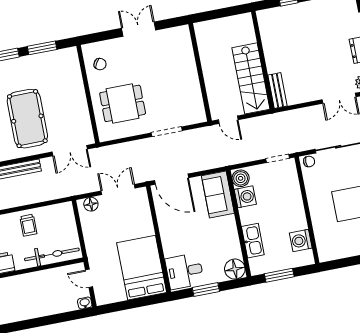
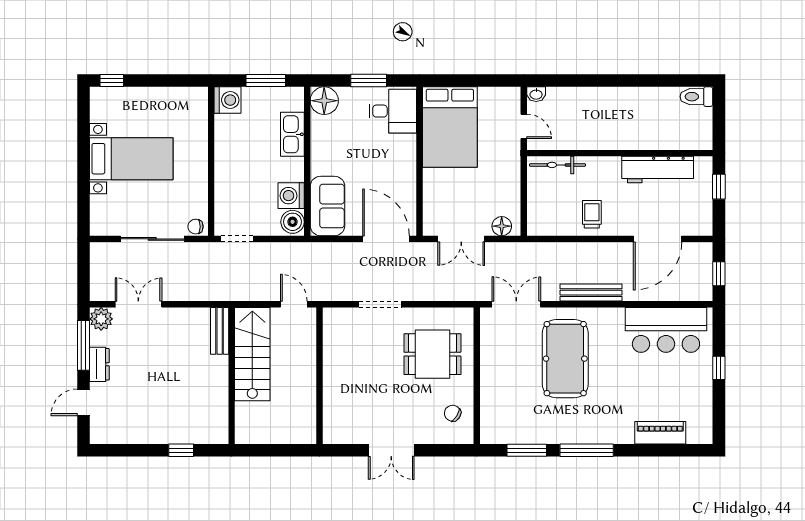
washing machine: (301, 241) -> (228, 100), moved
bicycle: (52, 254) -> (558, 165), width x0.73, depth x0.71

